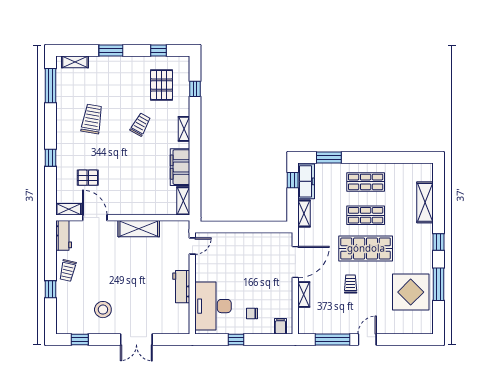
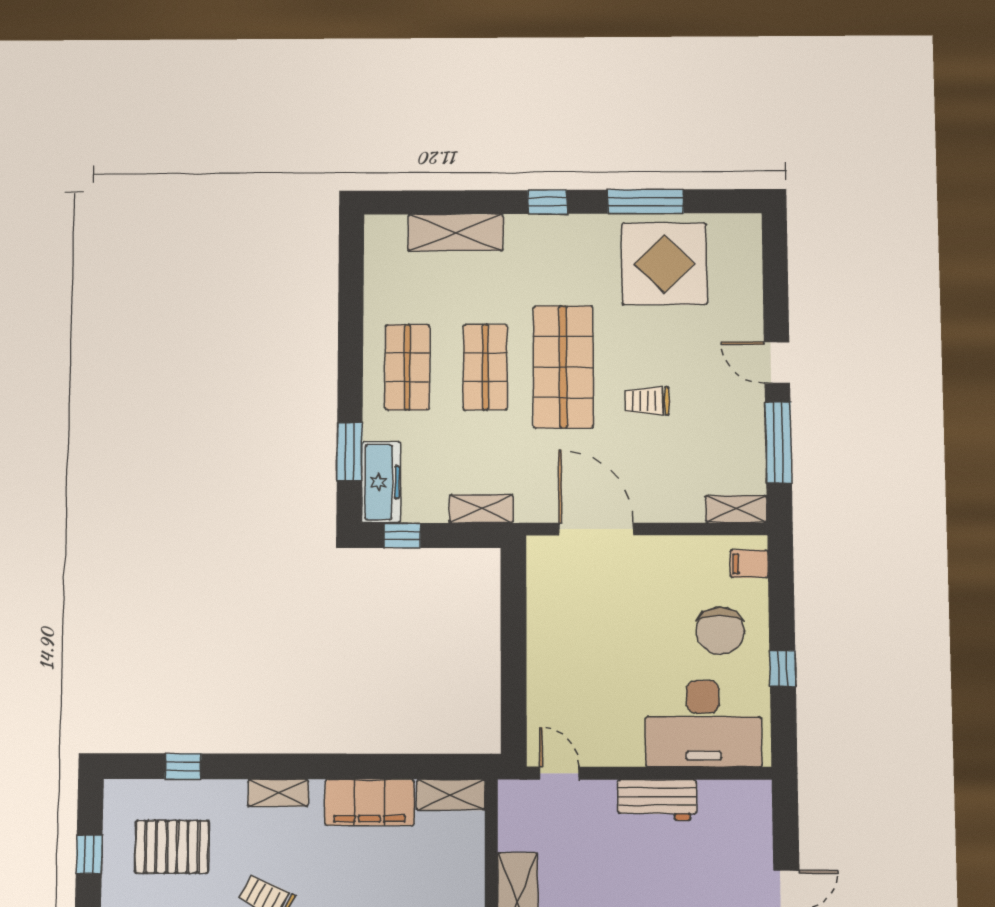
freezer: (306, 181) -> (381, 482), moved, turned 90
shelving: (304, 294) -> (736, 509), moved
chair: (252, 314) -> (720, 631), width x1.87, depth x1.87

